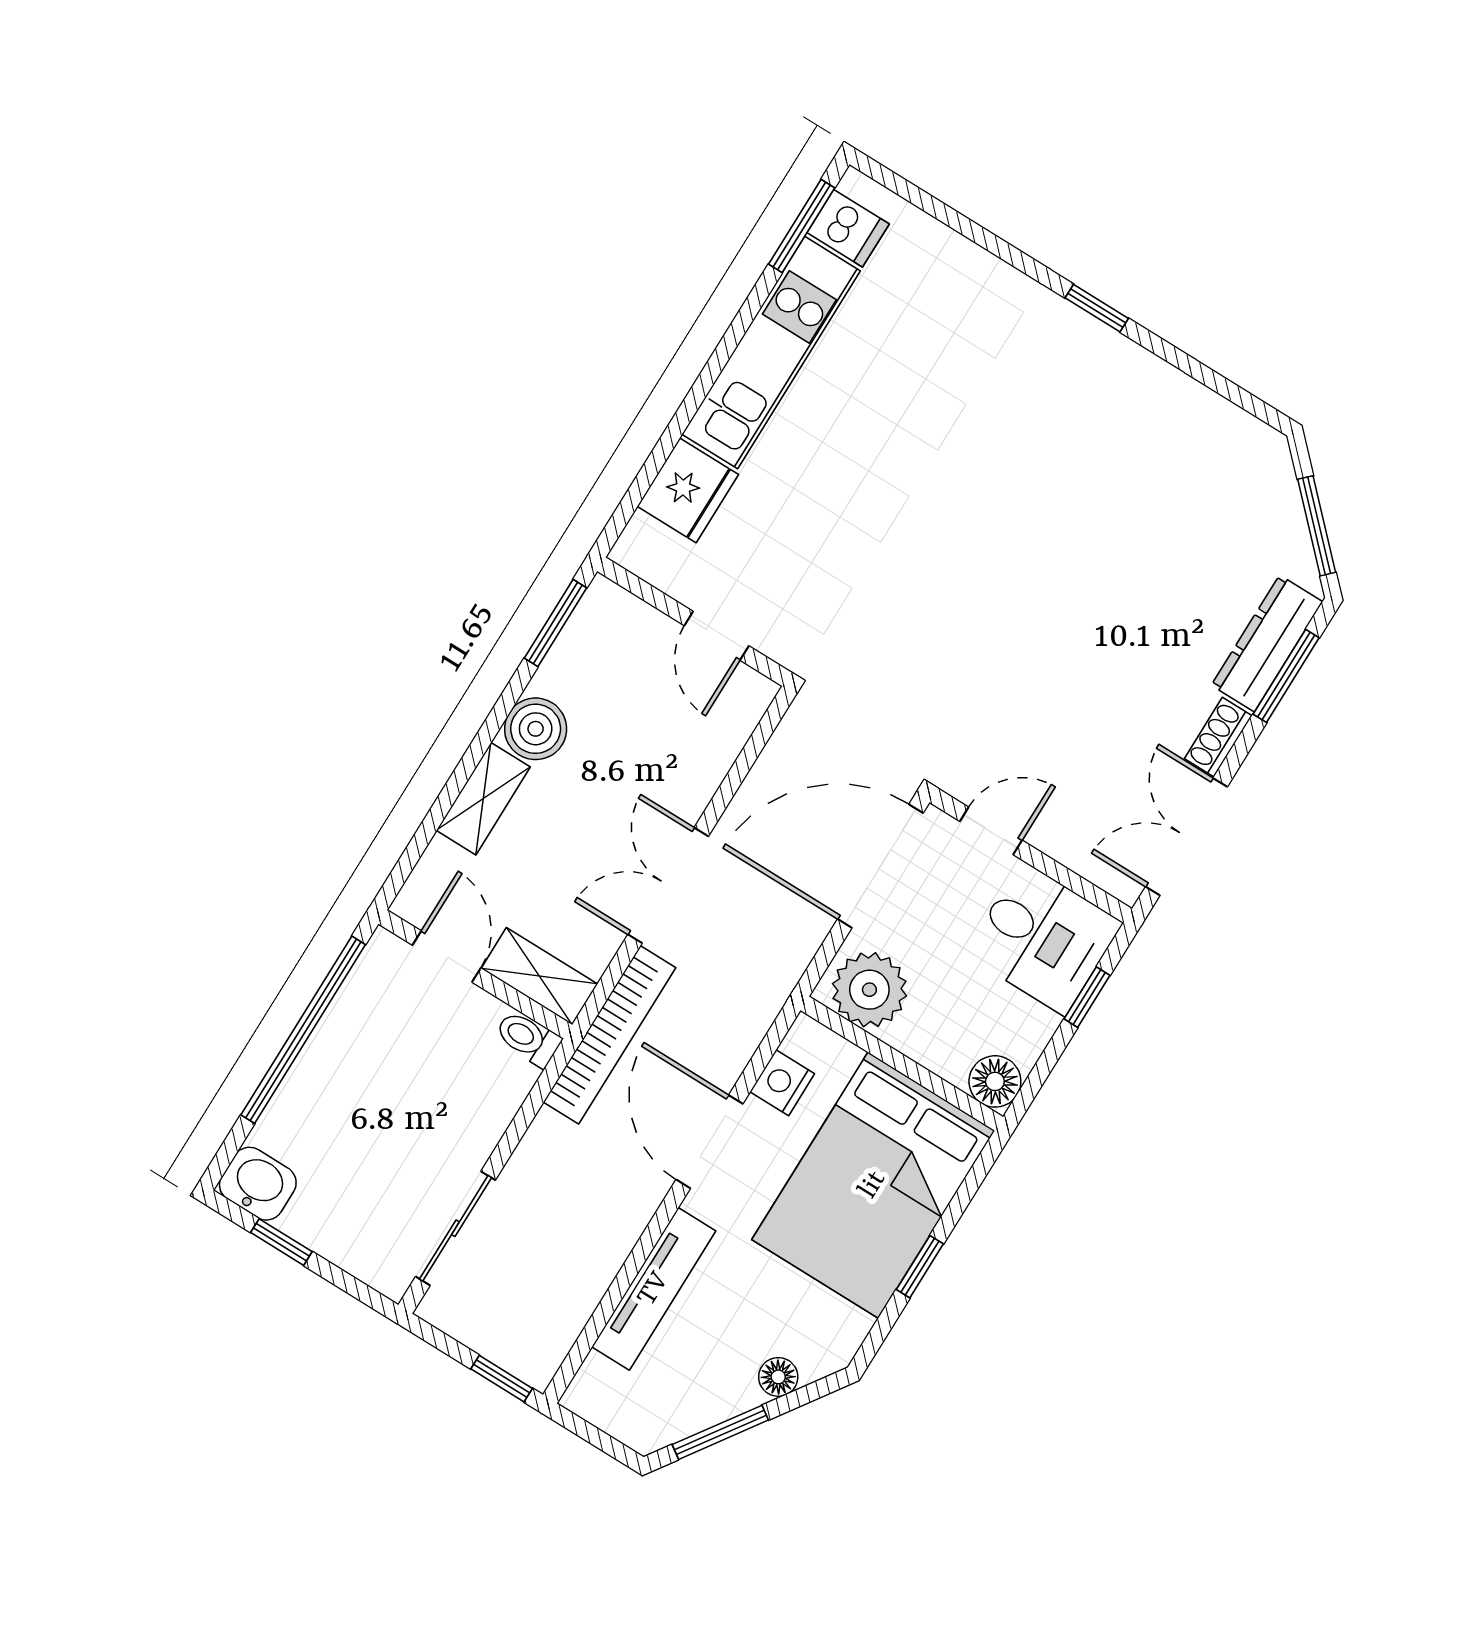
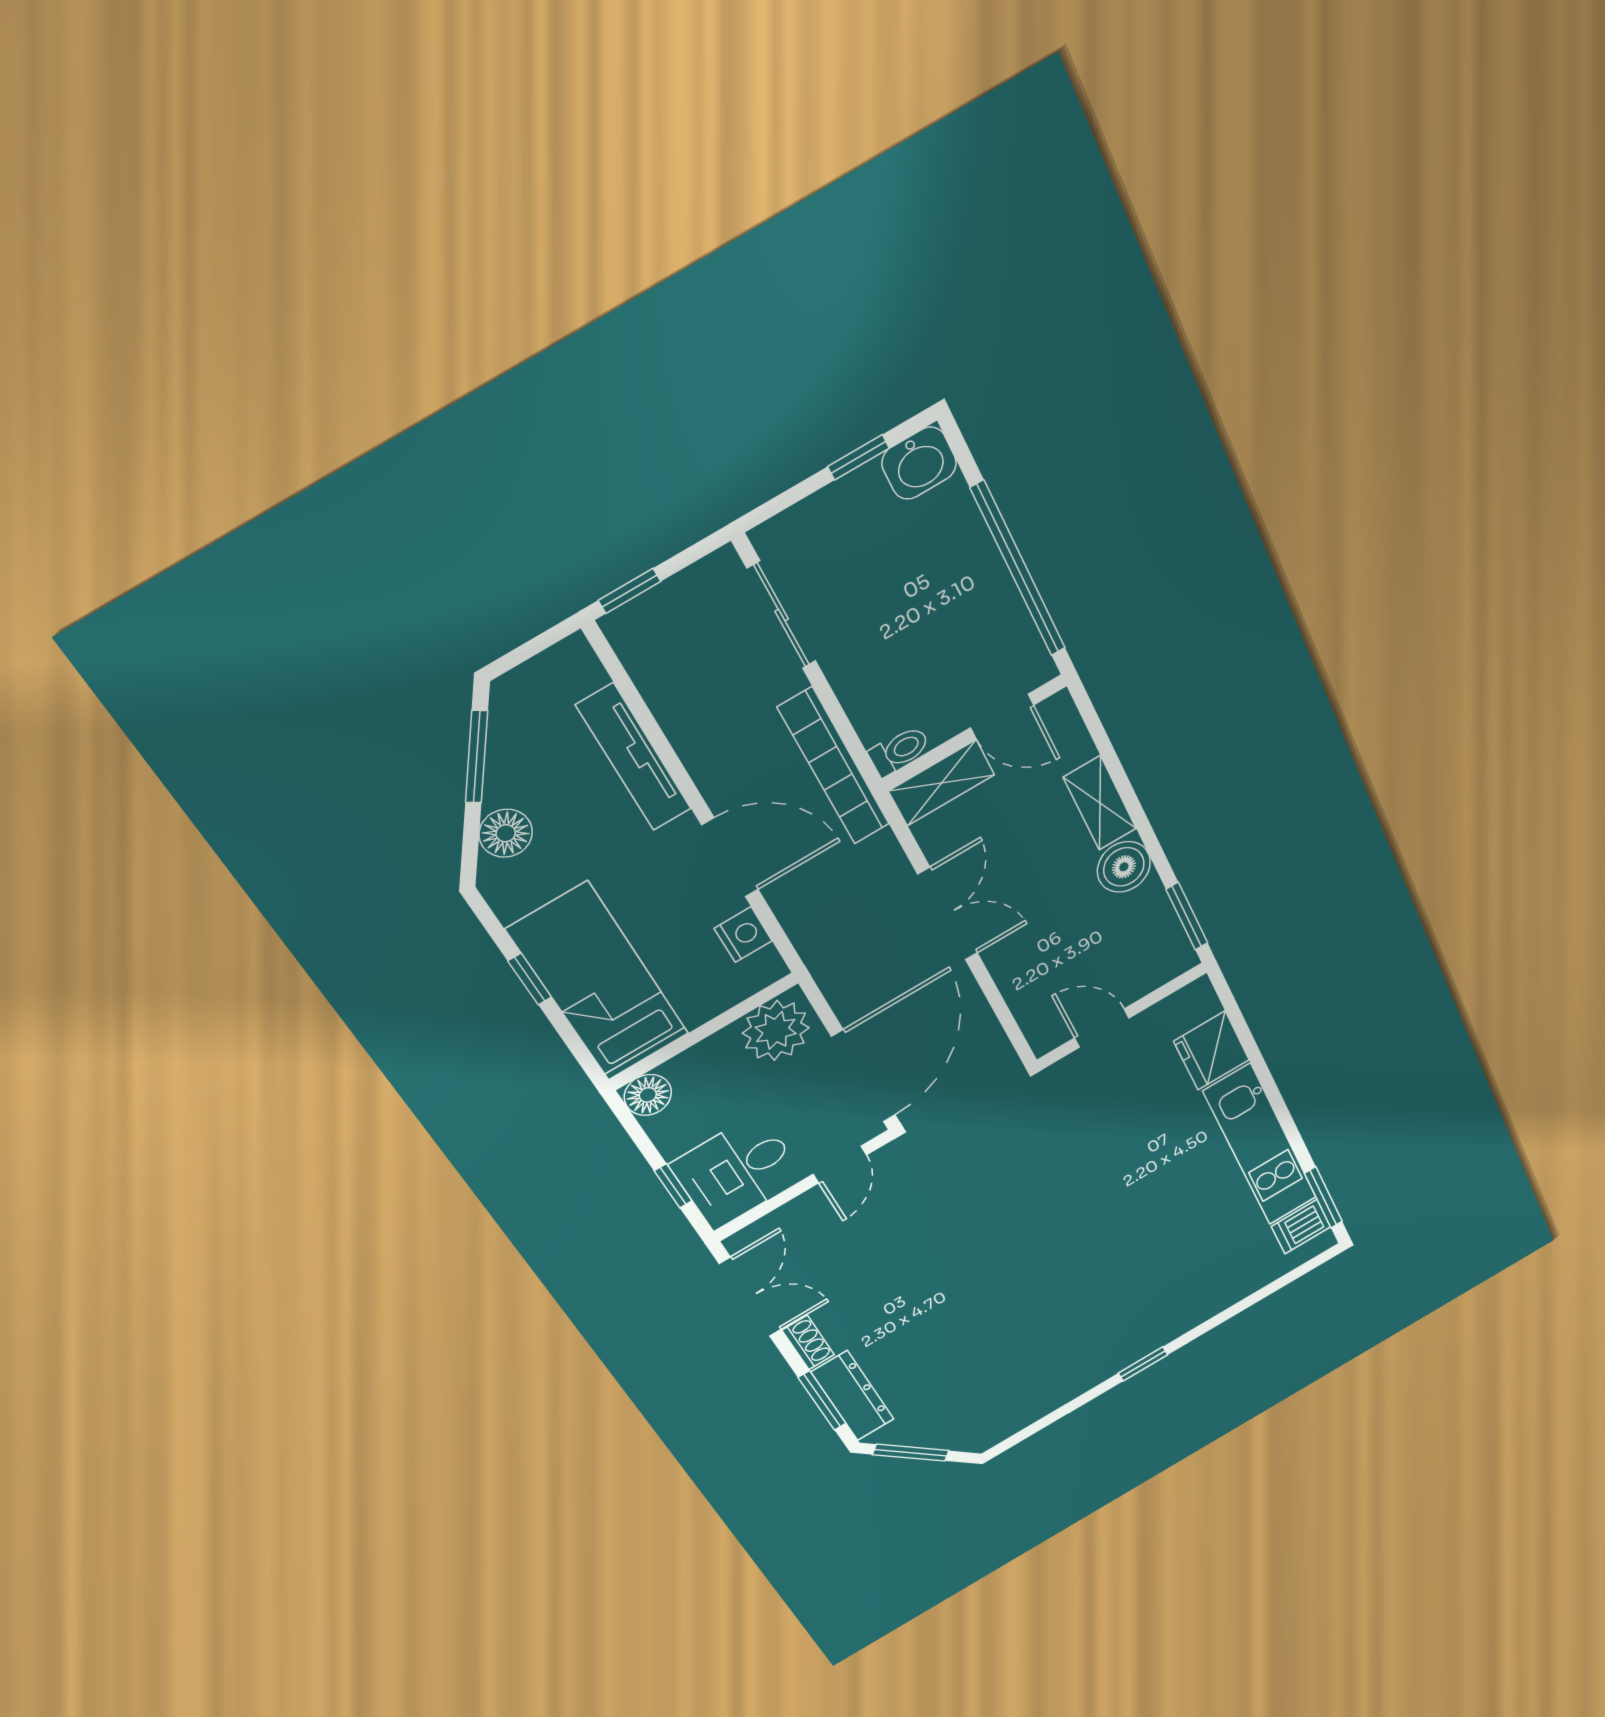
bookcase: (609, 1035) -> (834, 766), moved
bed: (873, 1185) -> (598, 982), width x0.67
floor lamp: (778, 1377) -> (506, 833), width x1.37, depth x1.37

